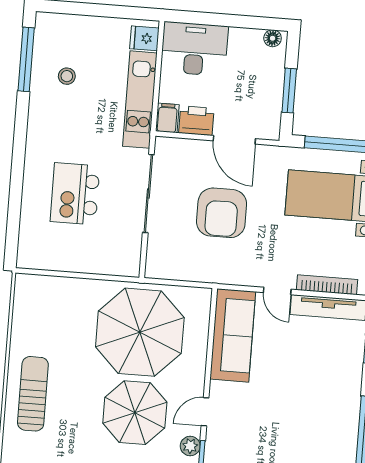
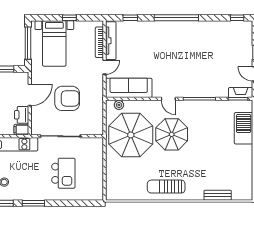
window: (21, 130) -> (33, 203), added
kitchen island: (75, 194) -> (63, 173), turned -90
plant: (190, 446) -> (119, 105), moved

